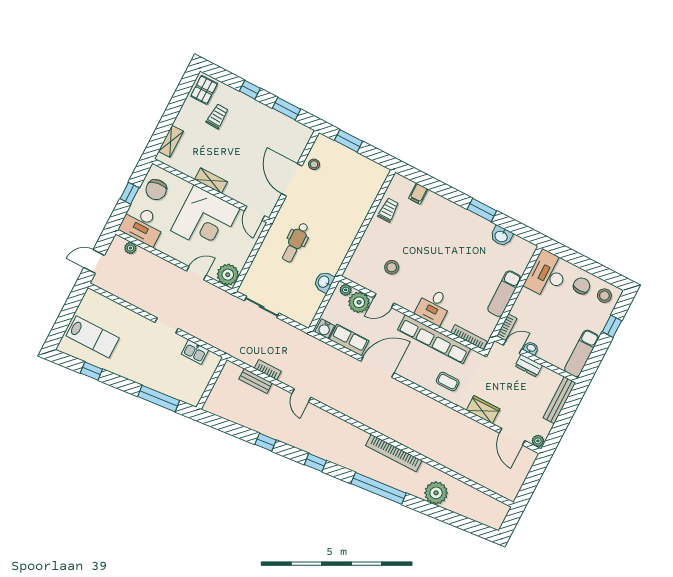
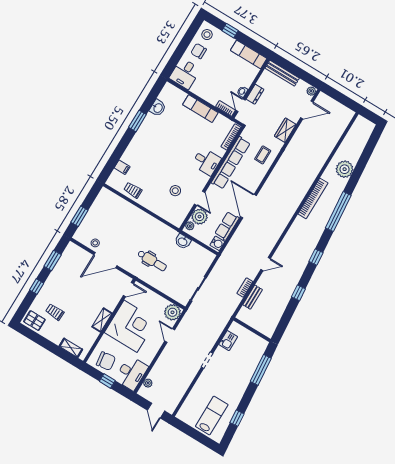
desk: (547, 275) -> (185, 74), width x0.73

